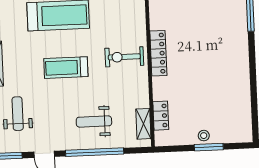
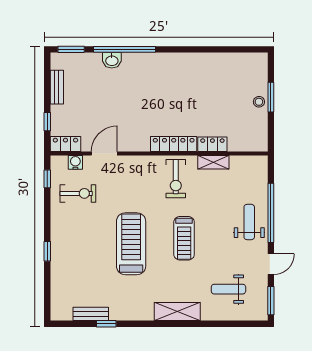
locker: (161, 116) -> (212, 144), moved
weight bench: (94, 121) -> (249, 222), moved, turned 180
shelving: (143, 124) -> (213, 162), moved

